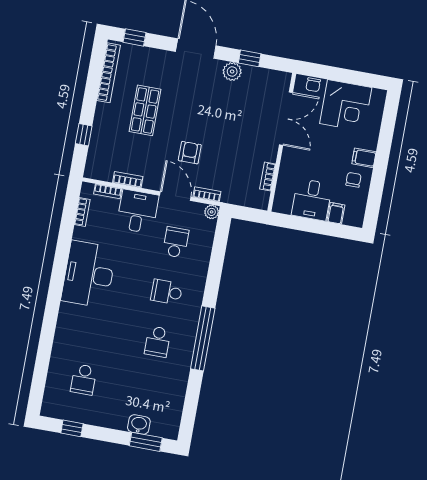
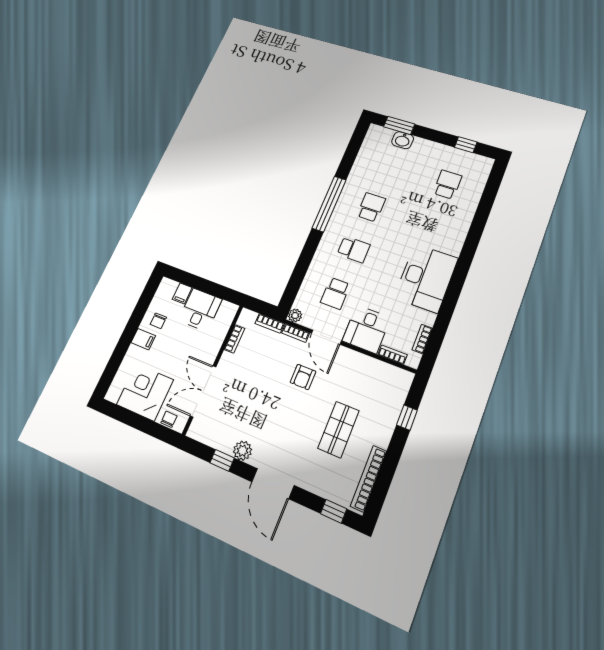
bookcase: (128, 180) -> (270, 323), moved

